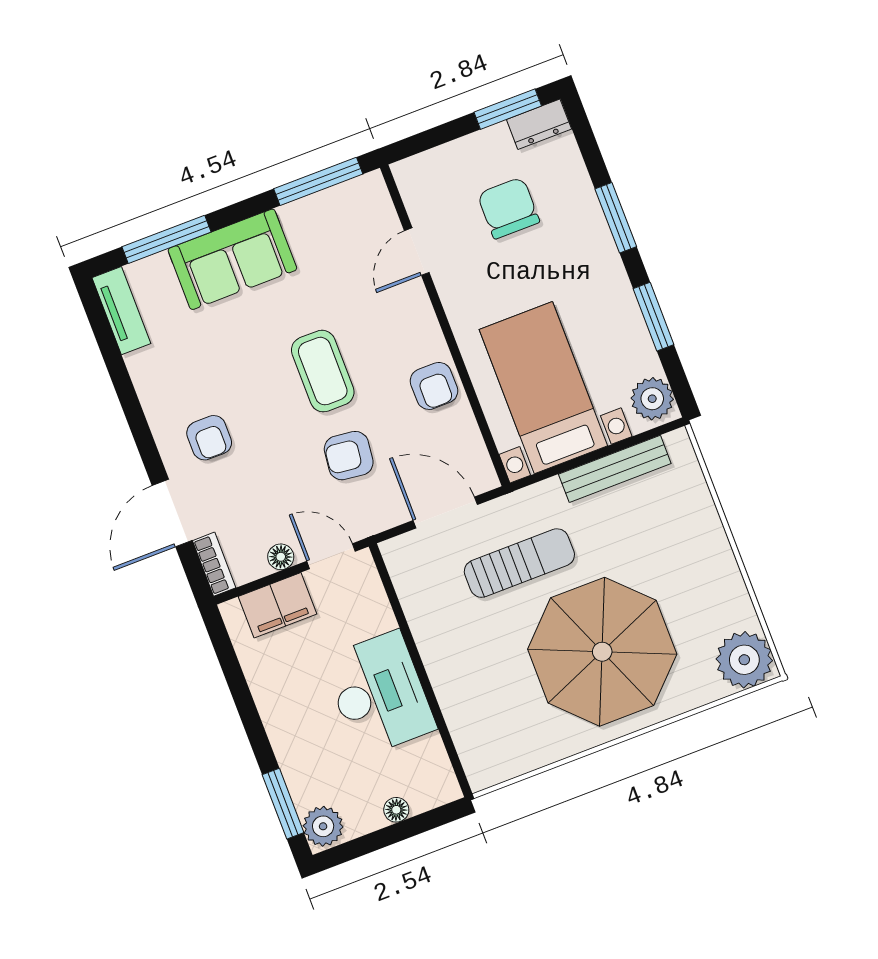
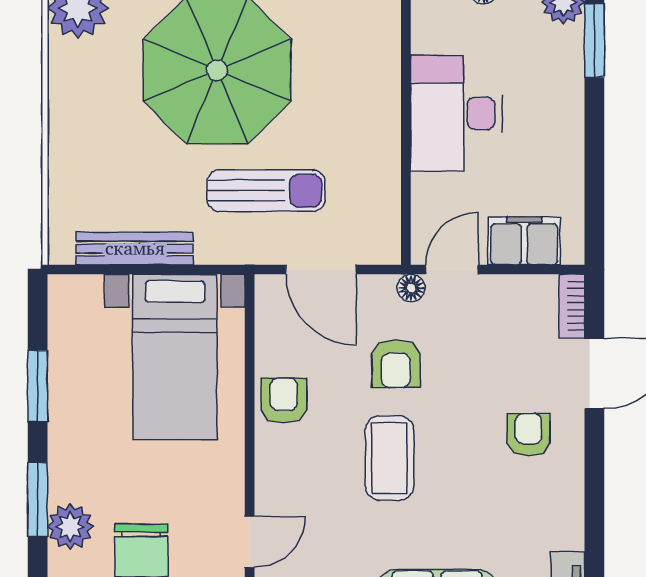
plant: (652, 399) -> (70, 527), moved
armchair: (349, 456) -> (396, 363), turned 83
door: (331, 556) -> (452, 270), swing flipped
floor lamp: (281, 557) -> (411, 288), moved
sun lounger: (519, 563) -> (266, 191), turned 180

